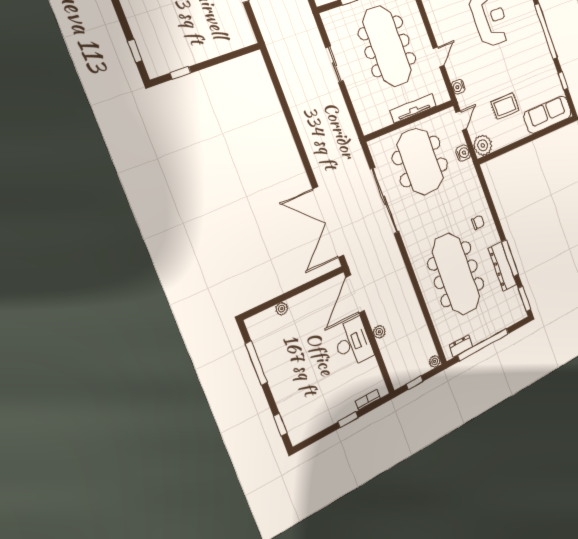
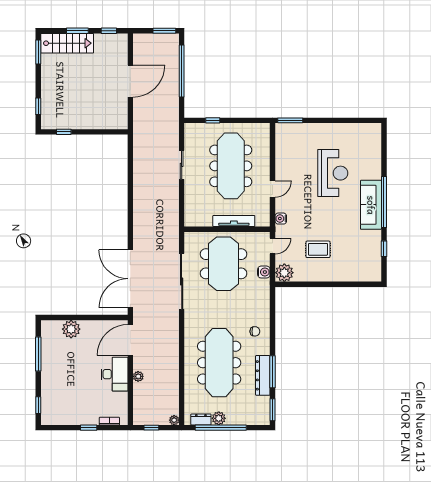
sofa: (548, 115) -> (371, 205), moved, turned -90
plant: (282, 309) -> (71, 329), width x1.87, depth x1.87
plant: (478, 335) -> (219, 418), added

